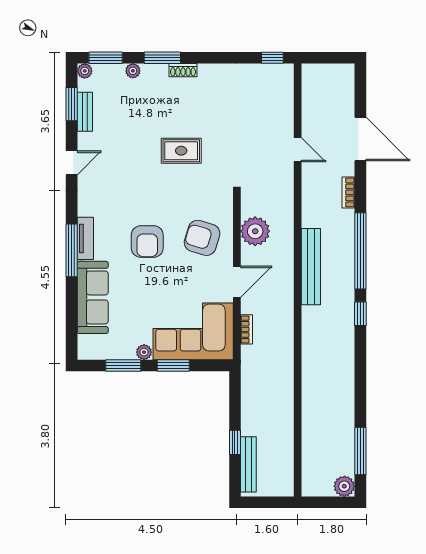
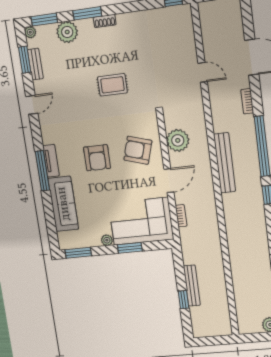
plant: (133, 71) -> (67, 32), width x1.88, depth x1.88
window: (123, 365) -> (78, 253), moved
bench: (248, 464) -> (192, 286), moved

